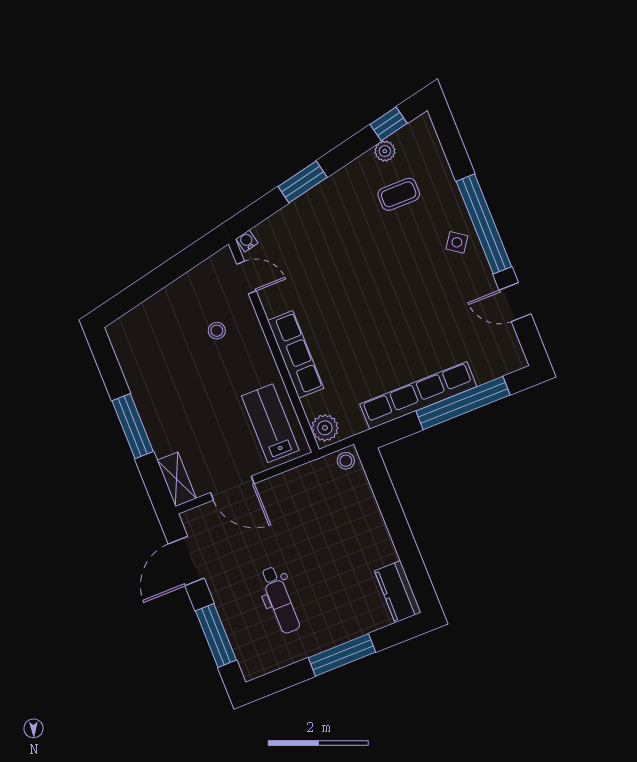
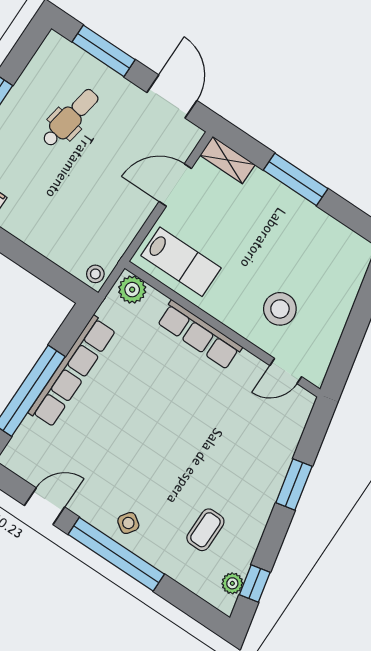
plant: (385, 151) -> (232, 583), moved
water cooler: (247, 241) -> (307, 402), removed
stool: (217, 331) -> (280, 309), width x1.89, depth x1.89
dental chair: (280, 600) -> (70, 118), turned 100

